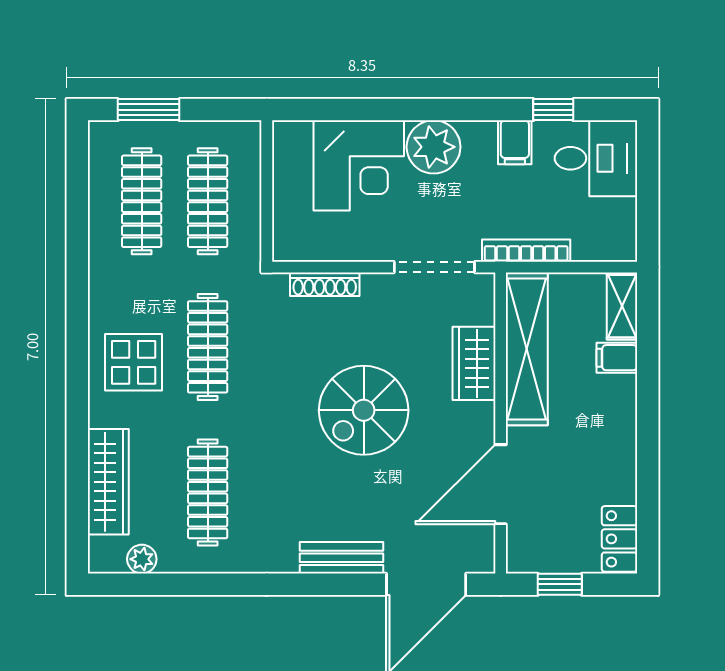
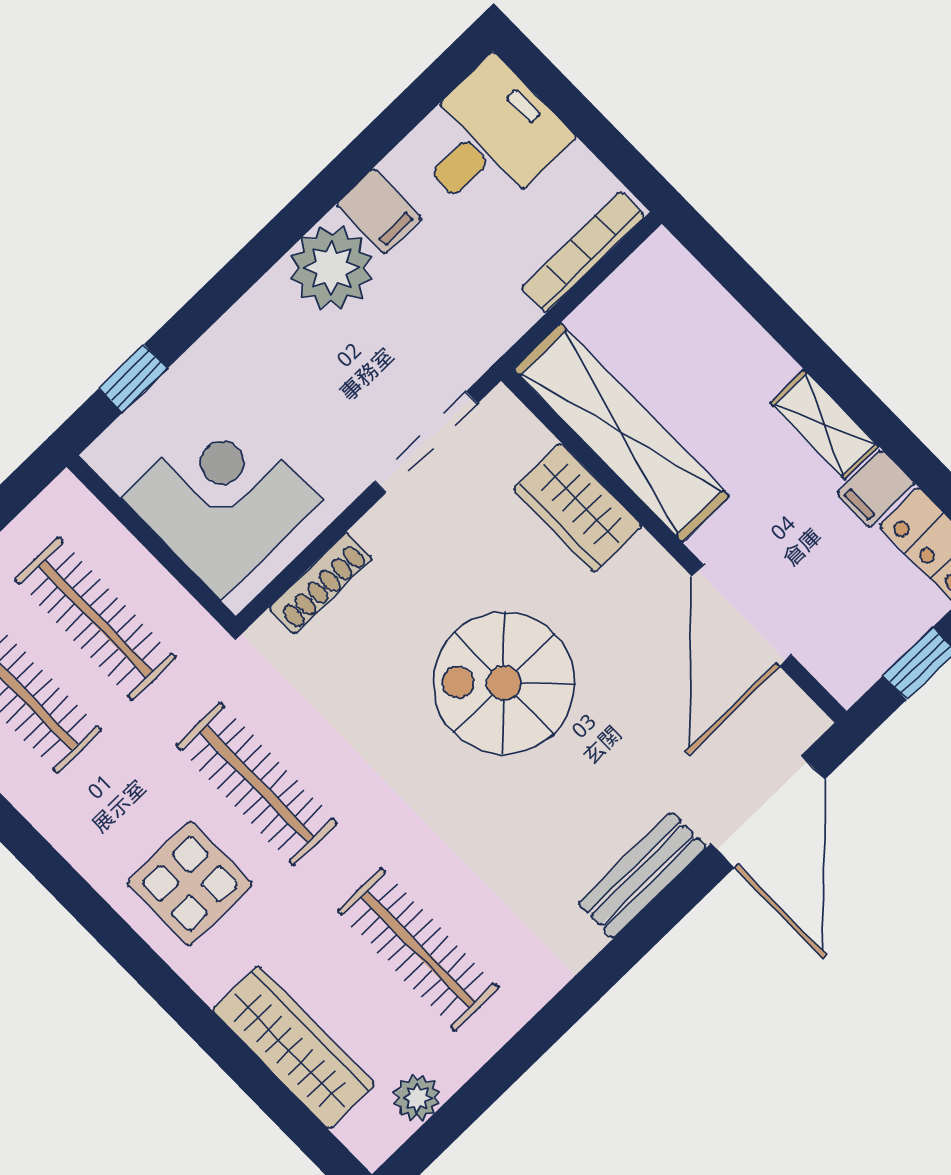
window: (553, 110) -> (133, 379), moved
plant: (434, 147) -> (332, 268), moved
corner desk: (359, 165) -> (222, 499), moved, turned -90
bookcase: (526, 251) -> (583, 252), moved
shelving: (622, 306) -> (824, 425), moved
filing cabinet: (617, 358) -> (876, 489), moved
spiral stairs: (364, 410) -> (504, 683), turned 90

